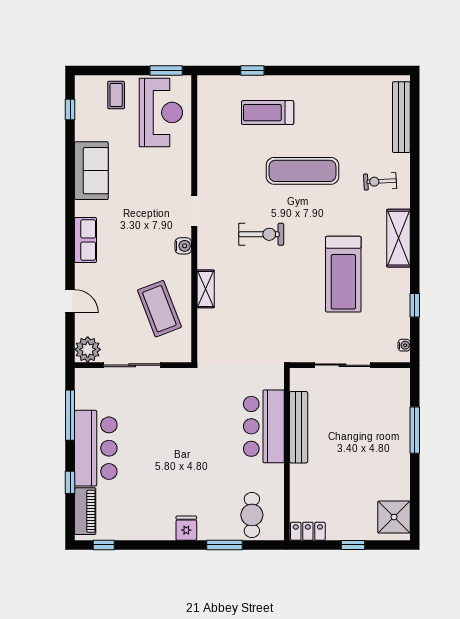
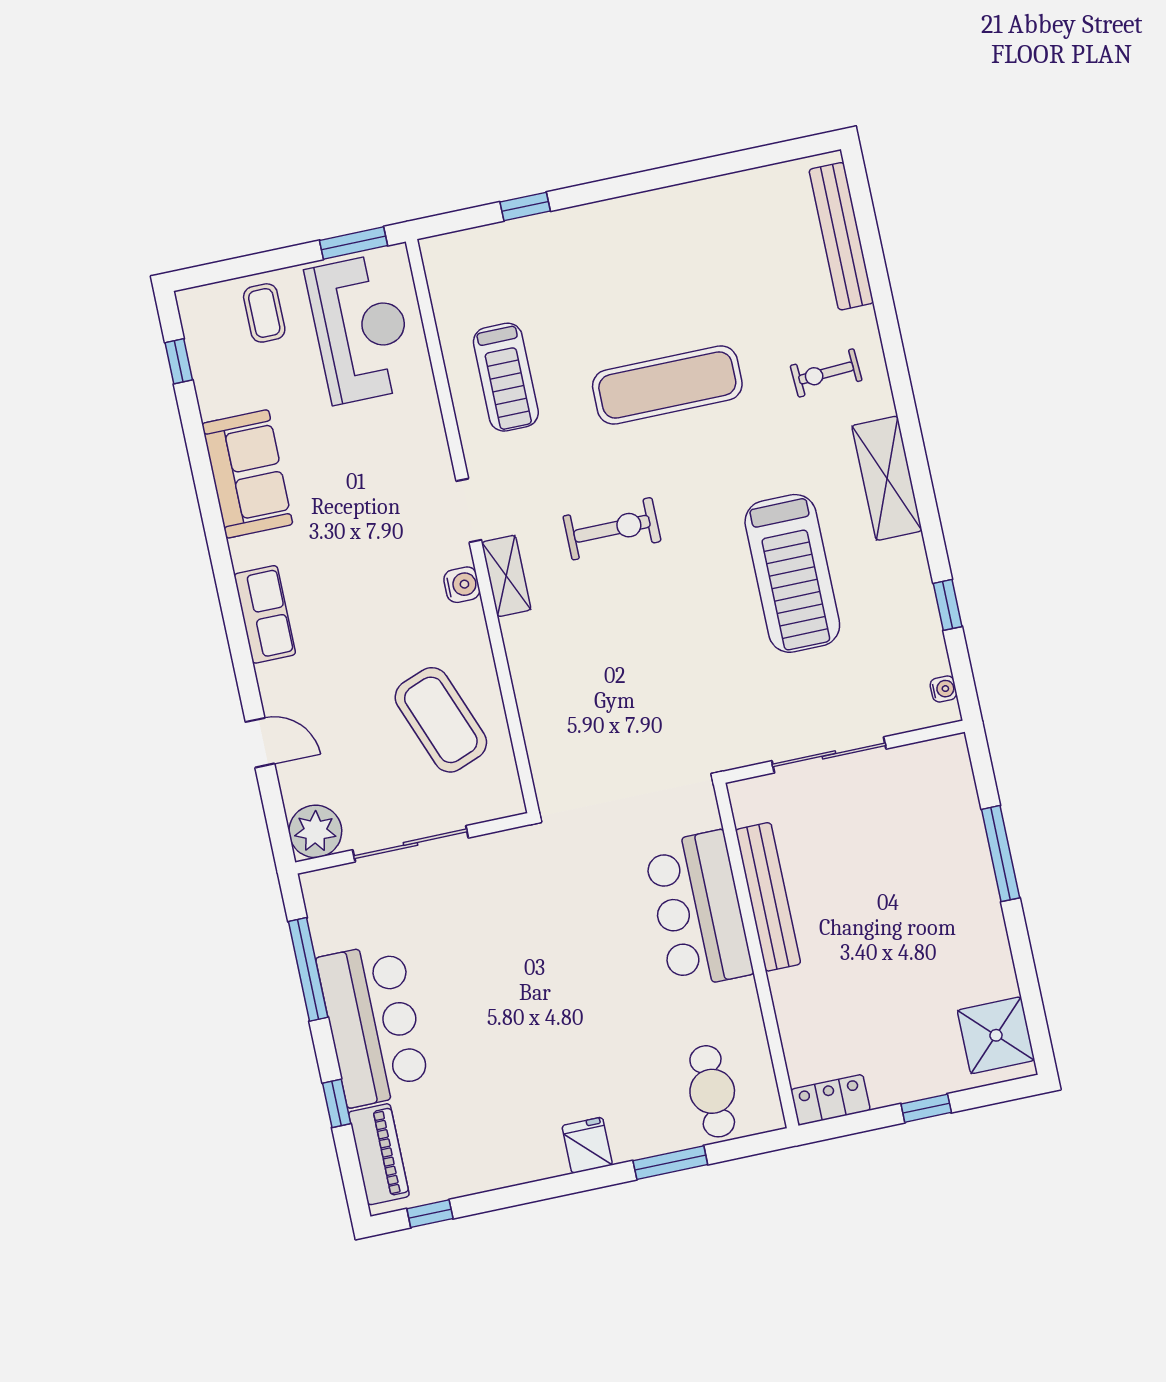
treadmill: (268, 113) -> (506, 377), moved, turned -90
shelving: (206, 289) -> (506, 576), moved

